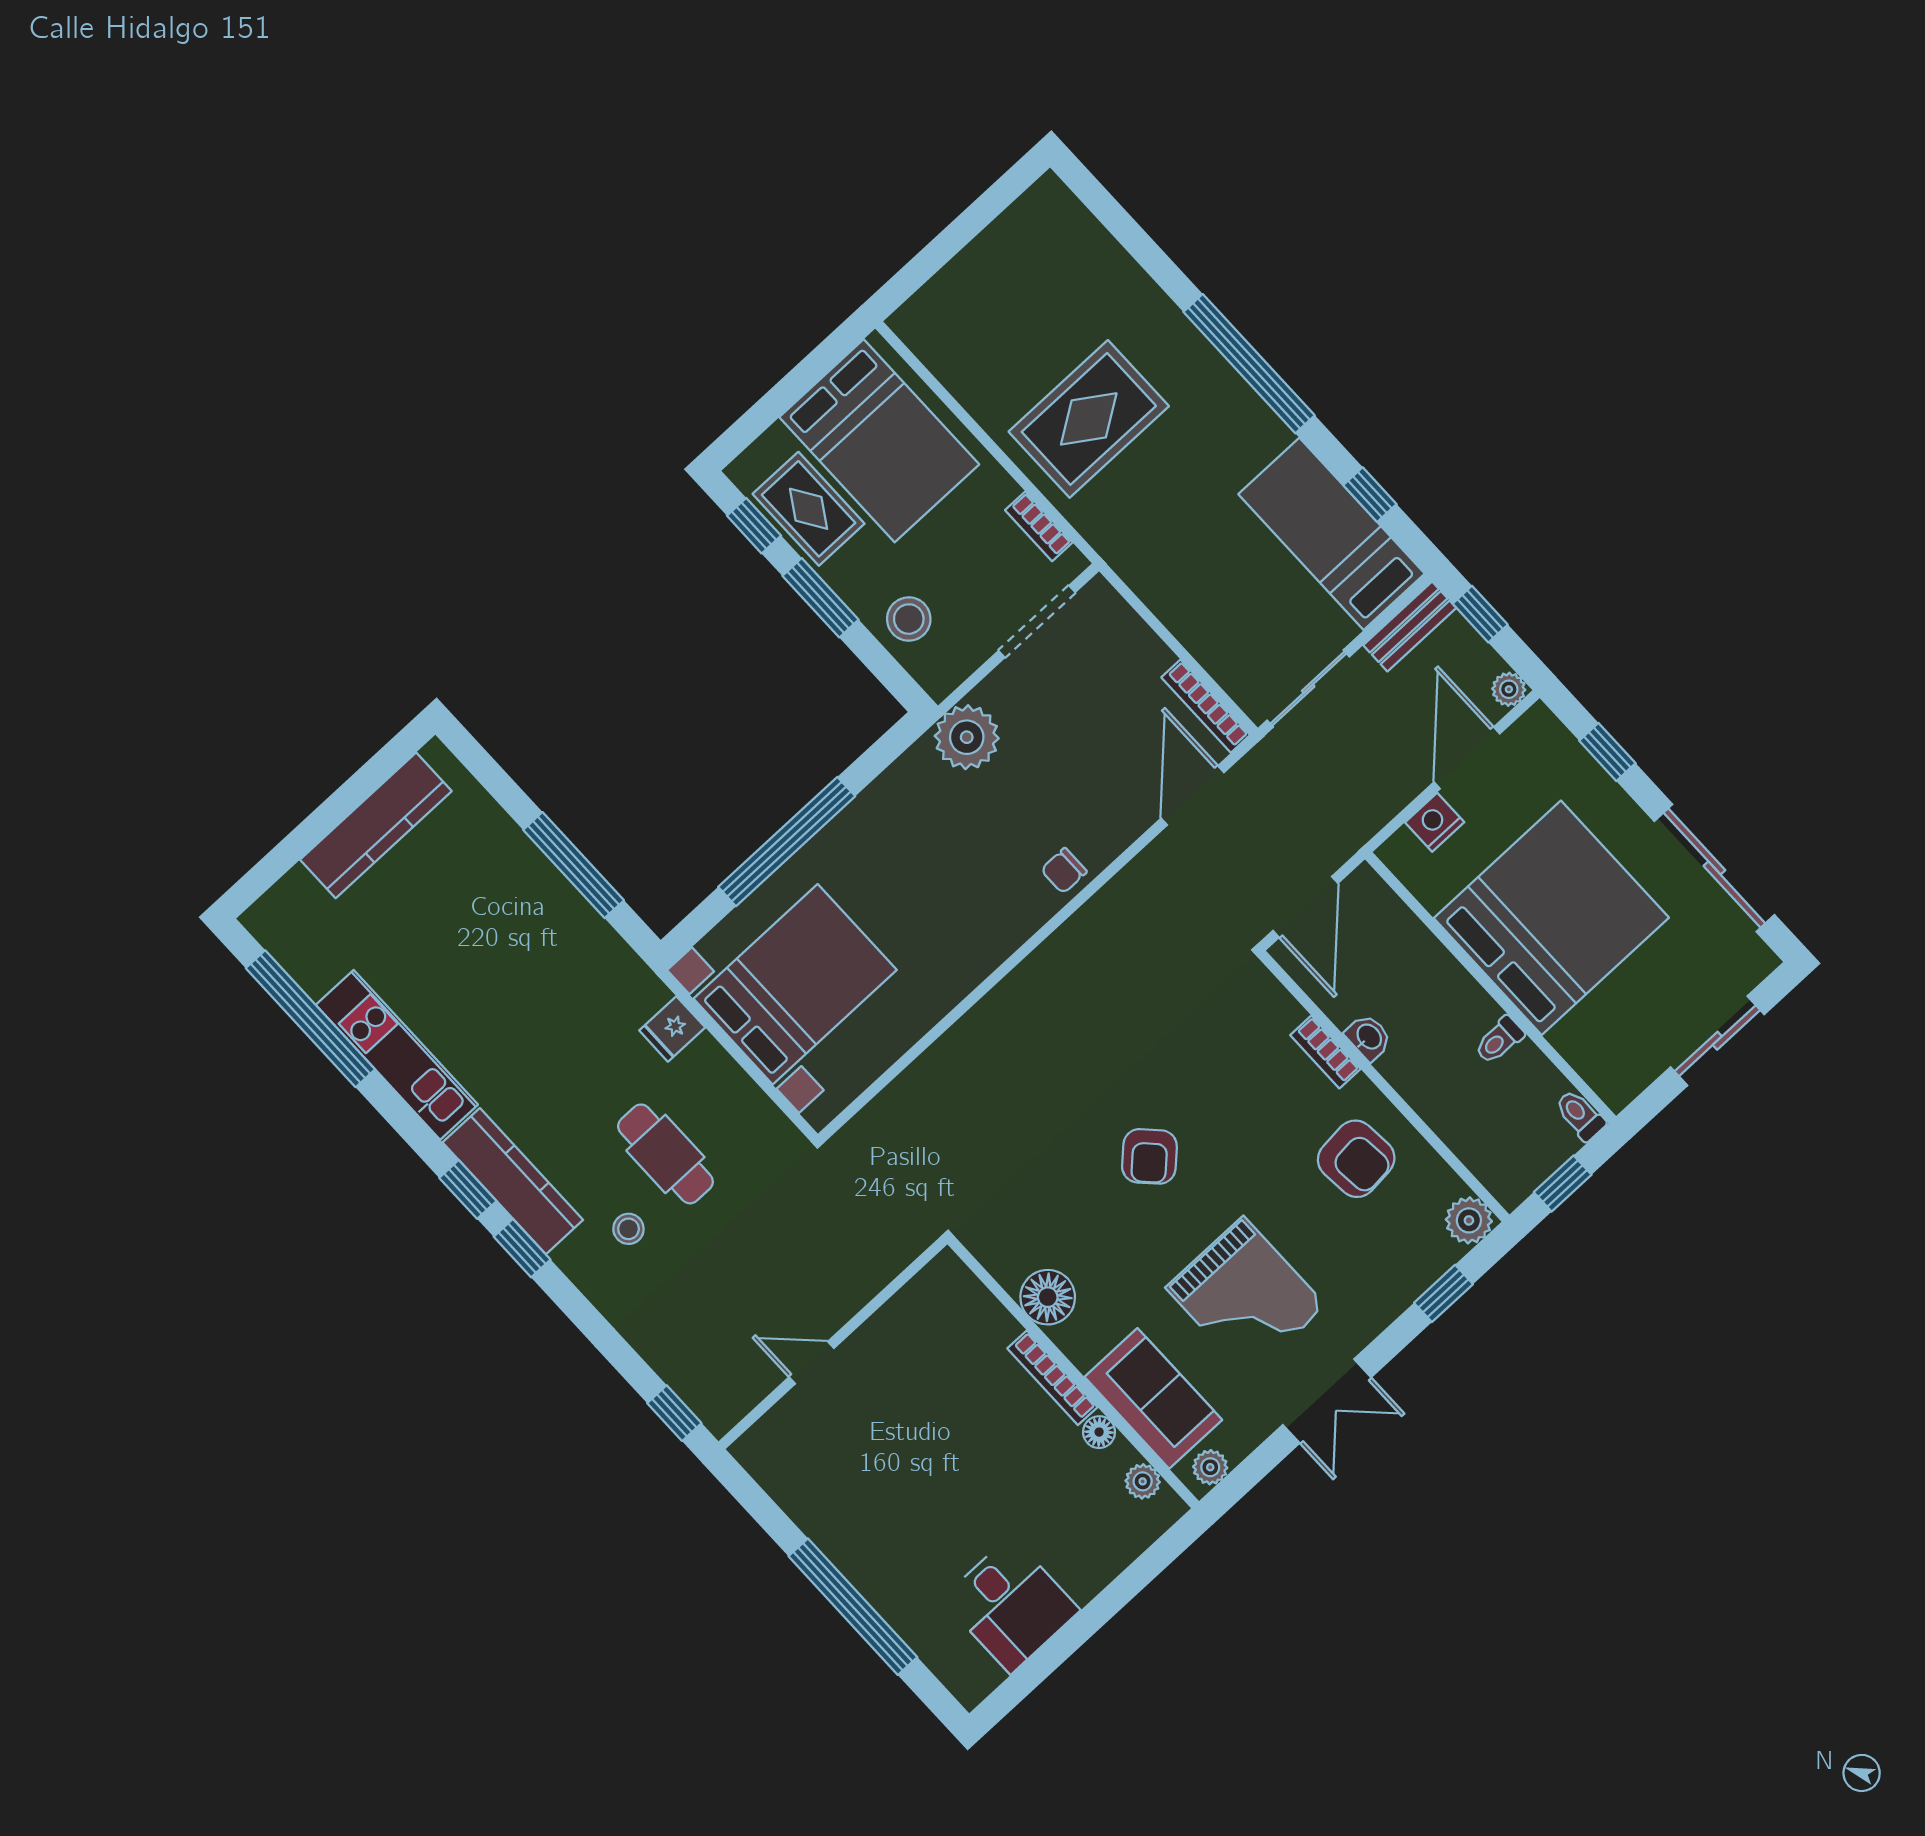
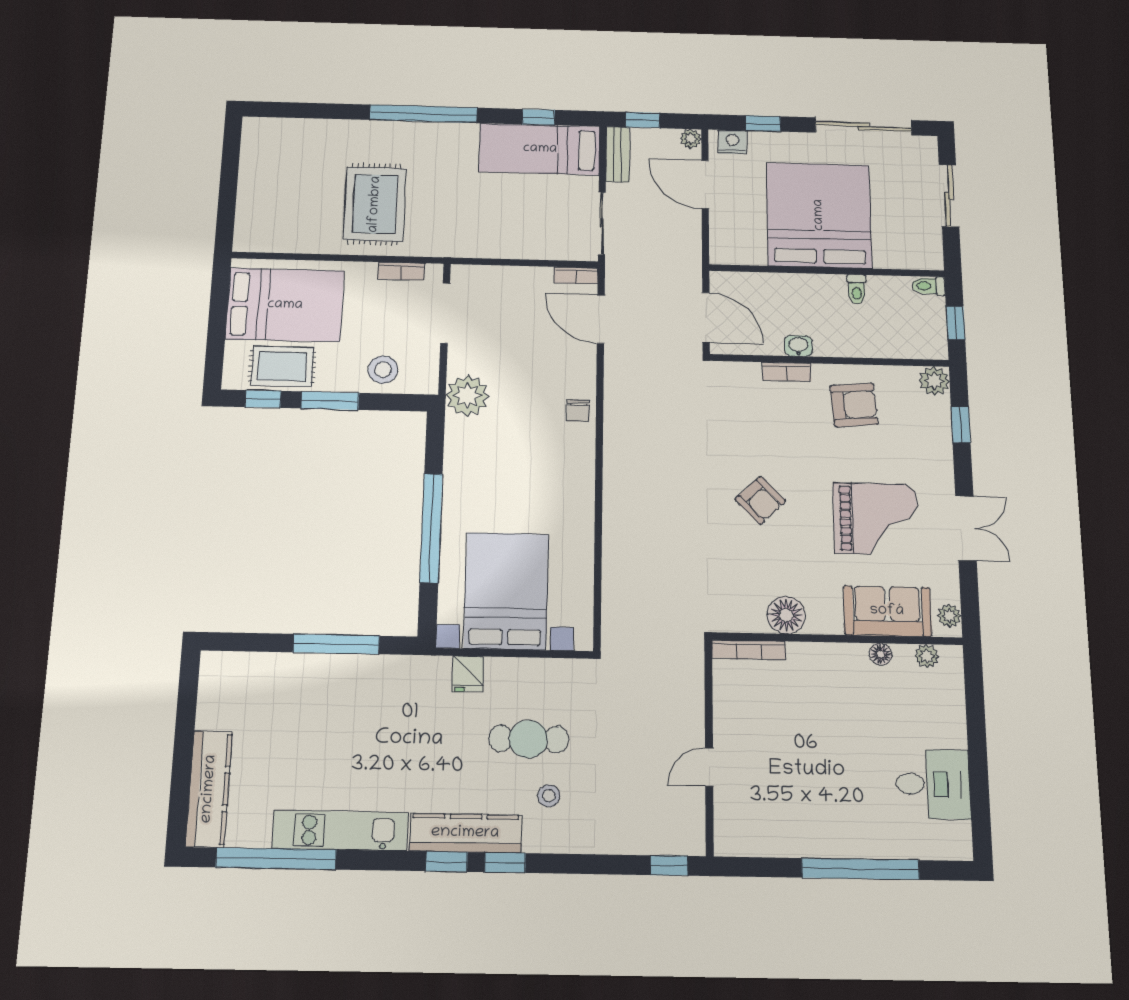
bookcase: (1206, 706) -> (576, 275), width x0.64
nightstand: (1435, 822) -> (732, 142), moved, turned 90
kitchen counter: (376, 825) -> (209, 789), moved
bookcase: (1052, 1378) -> (749, 650), moved

